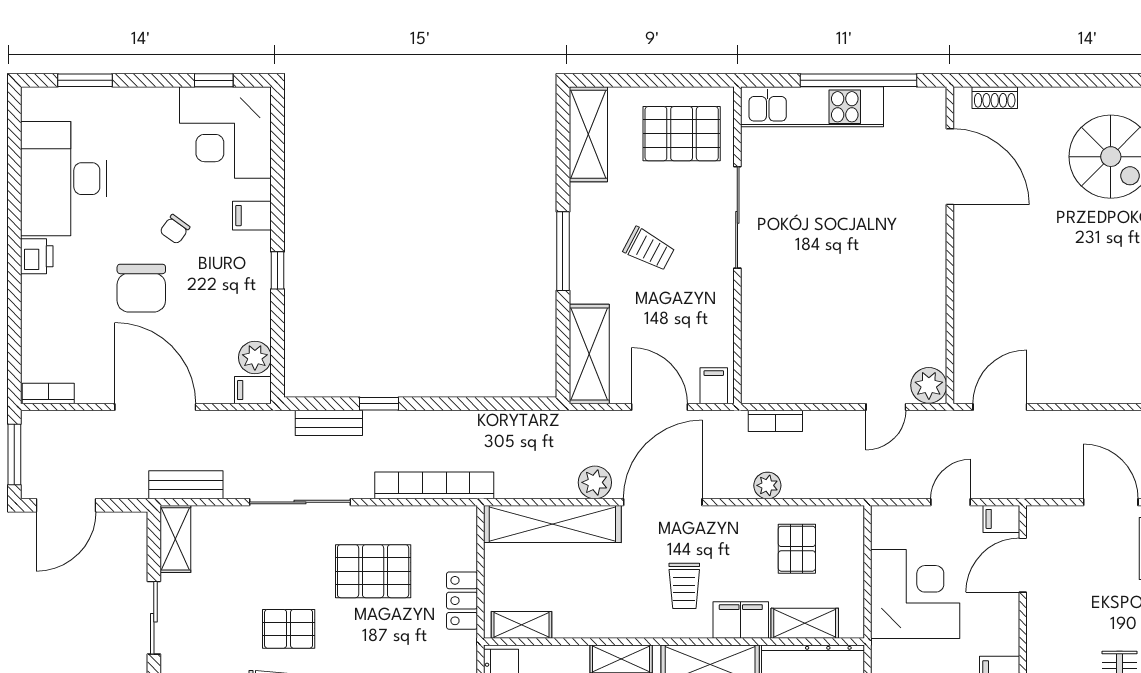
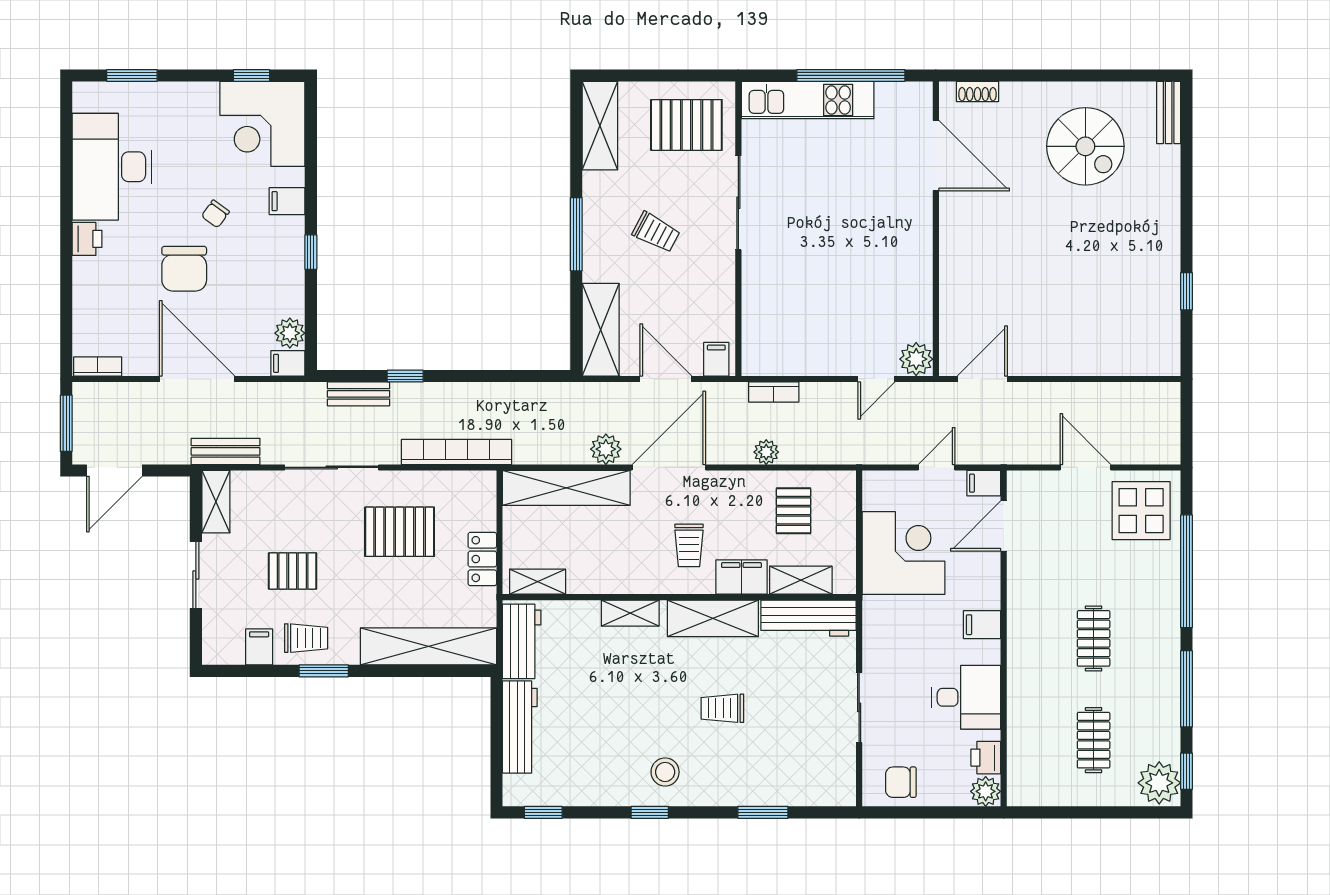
pallet: (289, 629) -> (293, 571), moved

